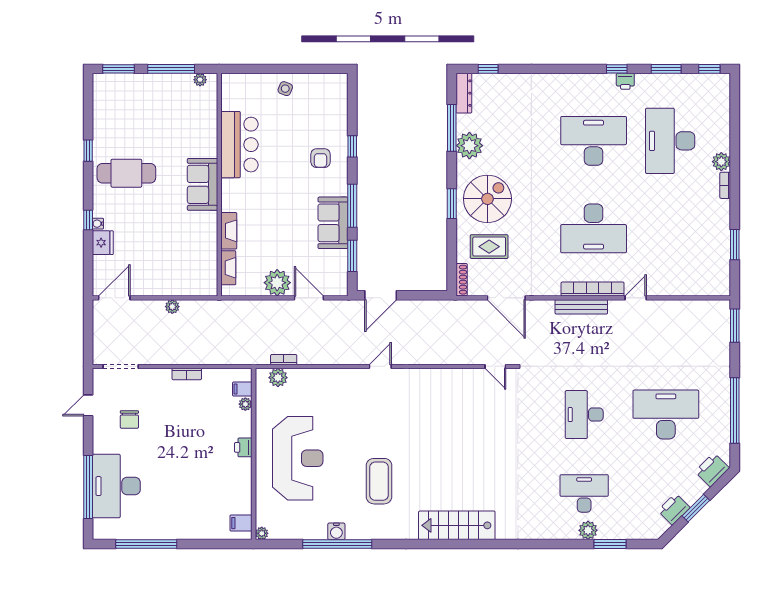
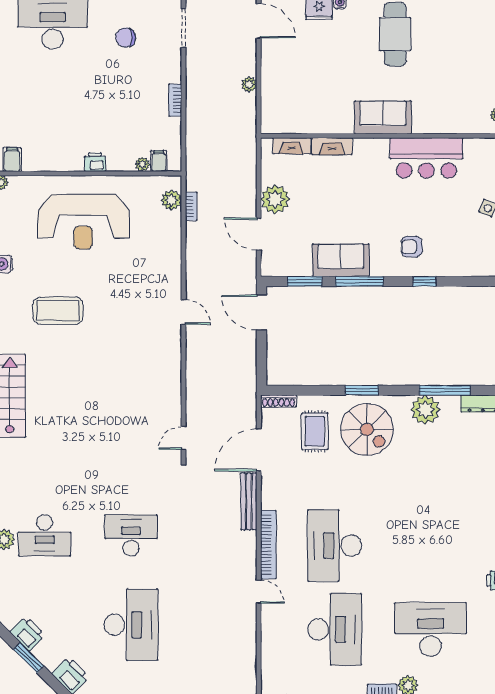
desk: (594, 141) -> (335, 629), moved
door: (309, 298) -> (259, 234), swing flipped
bench: (581, 307) -> (249, 501), moved
desk: (584, 493) -> (45, 535), turned 90

